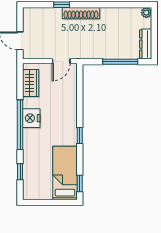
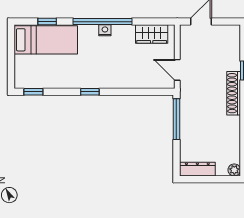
window: (120, 62) -> (176, 119), moved
nightstand: (31, 118) -> (105, 30), width x0.53, depth x0.56
bed: (65, 173) -> (46, 40), moved

